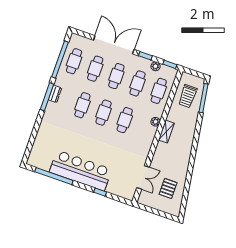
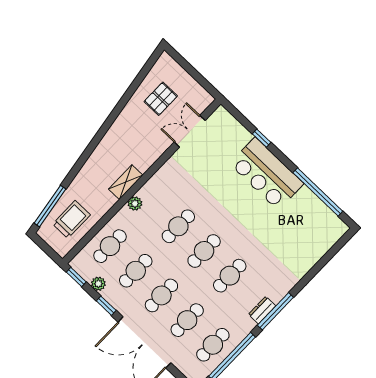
bar counter: (81, 171) -> (267, 174), width x0.73

